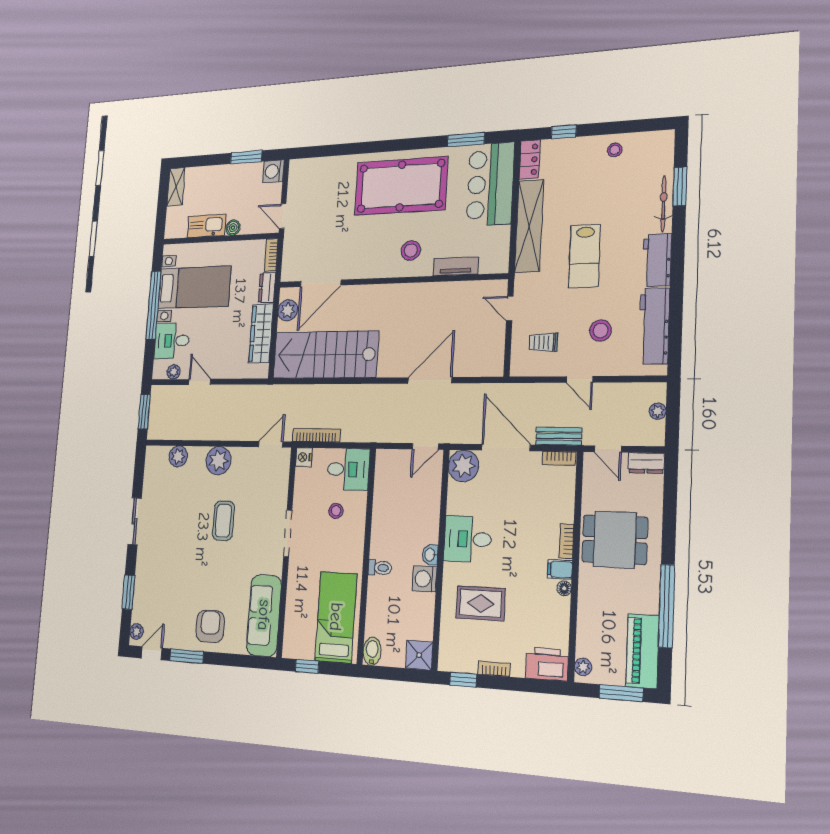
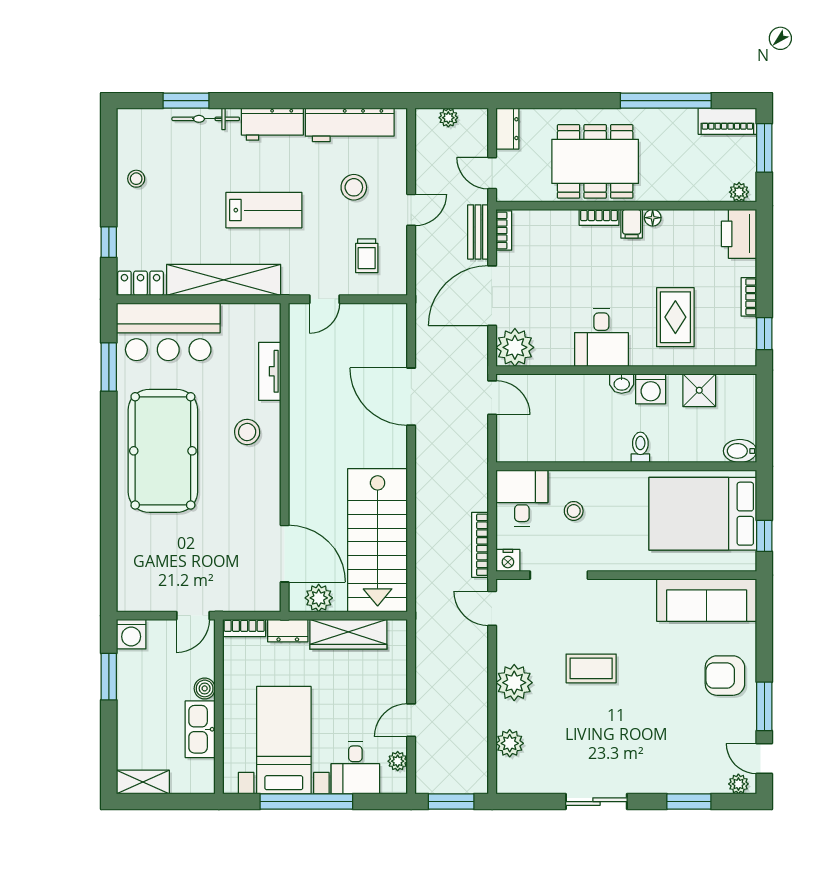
door: (608, 449) -> (492, 173), swing flipped
doorway: (288, 533) -> (559, 575), moved
dining table: (615, 540) -> (595, 161), width x1.38
bed: (336, 617) -> (703, 514), width x1.50
piano: (643, 651) -> (727, 121), width x0.73, depth x0.75
shower: (419, 655) -> (699, 390), moved

